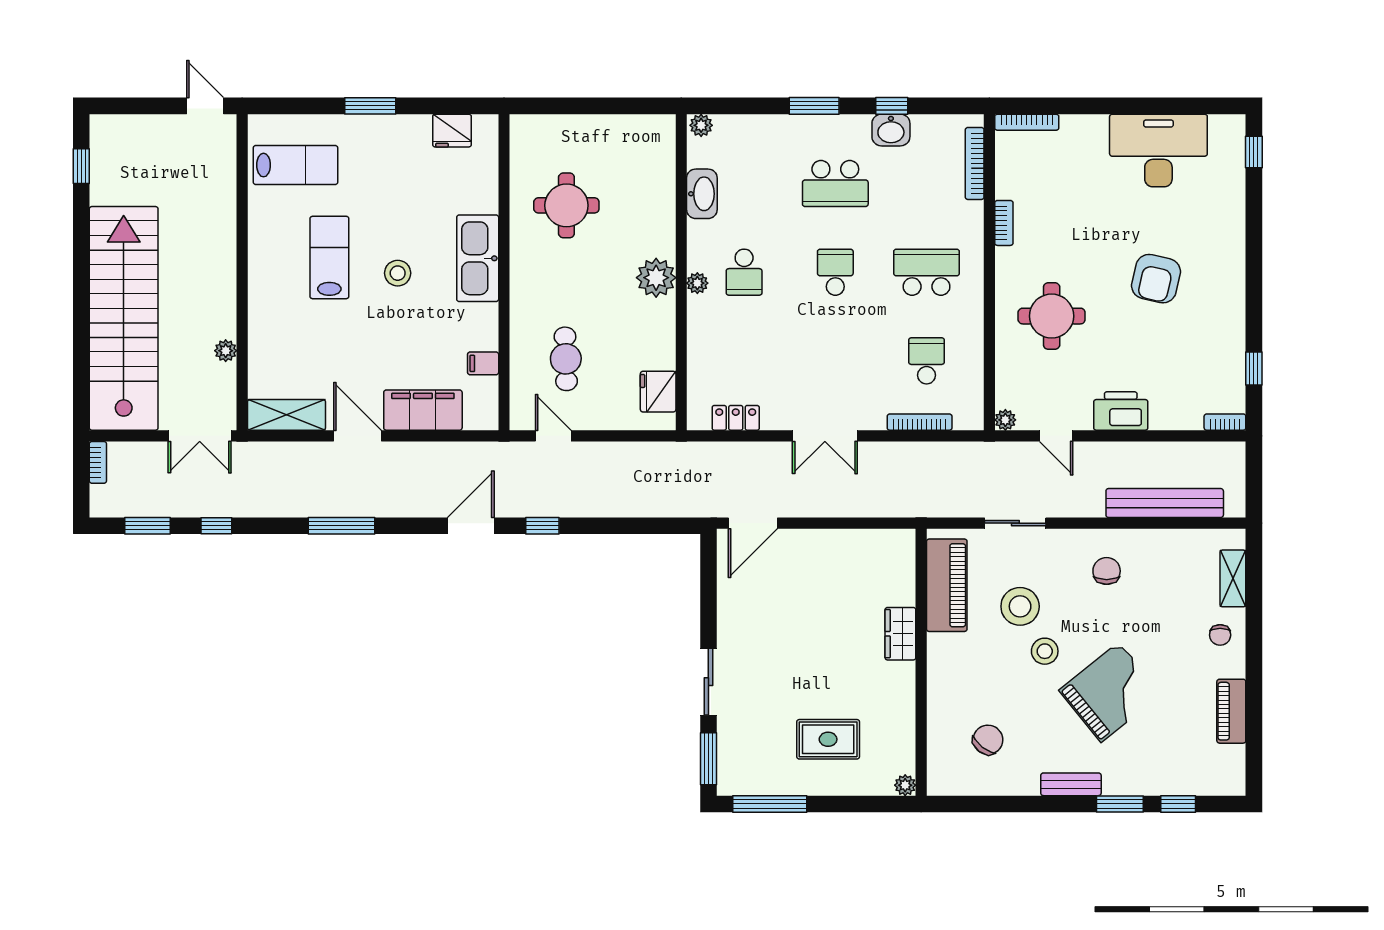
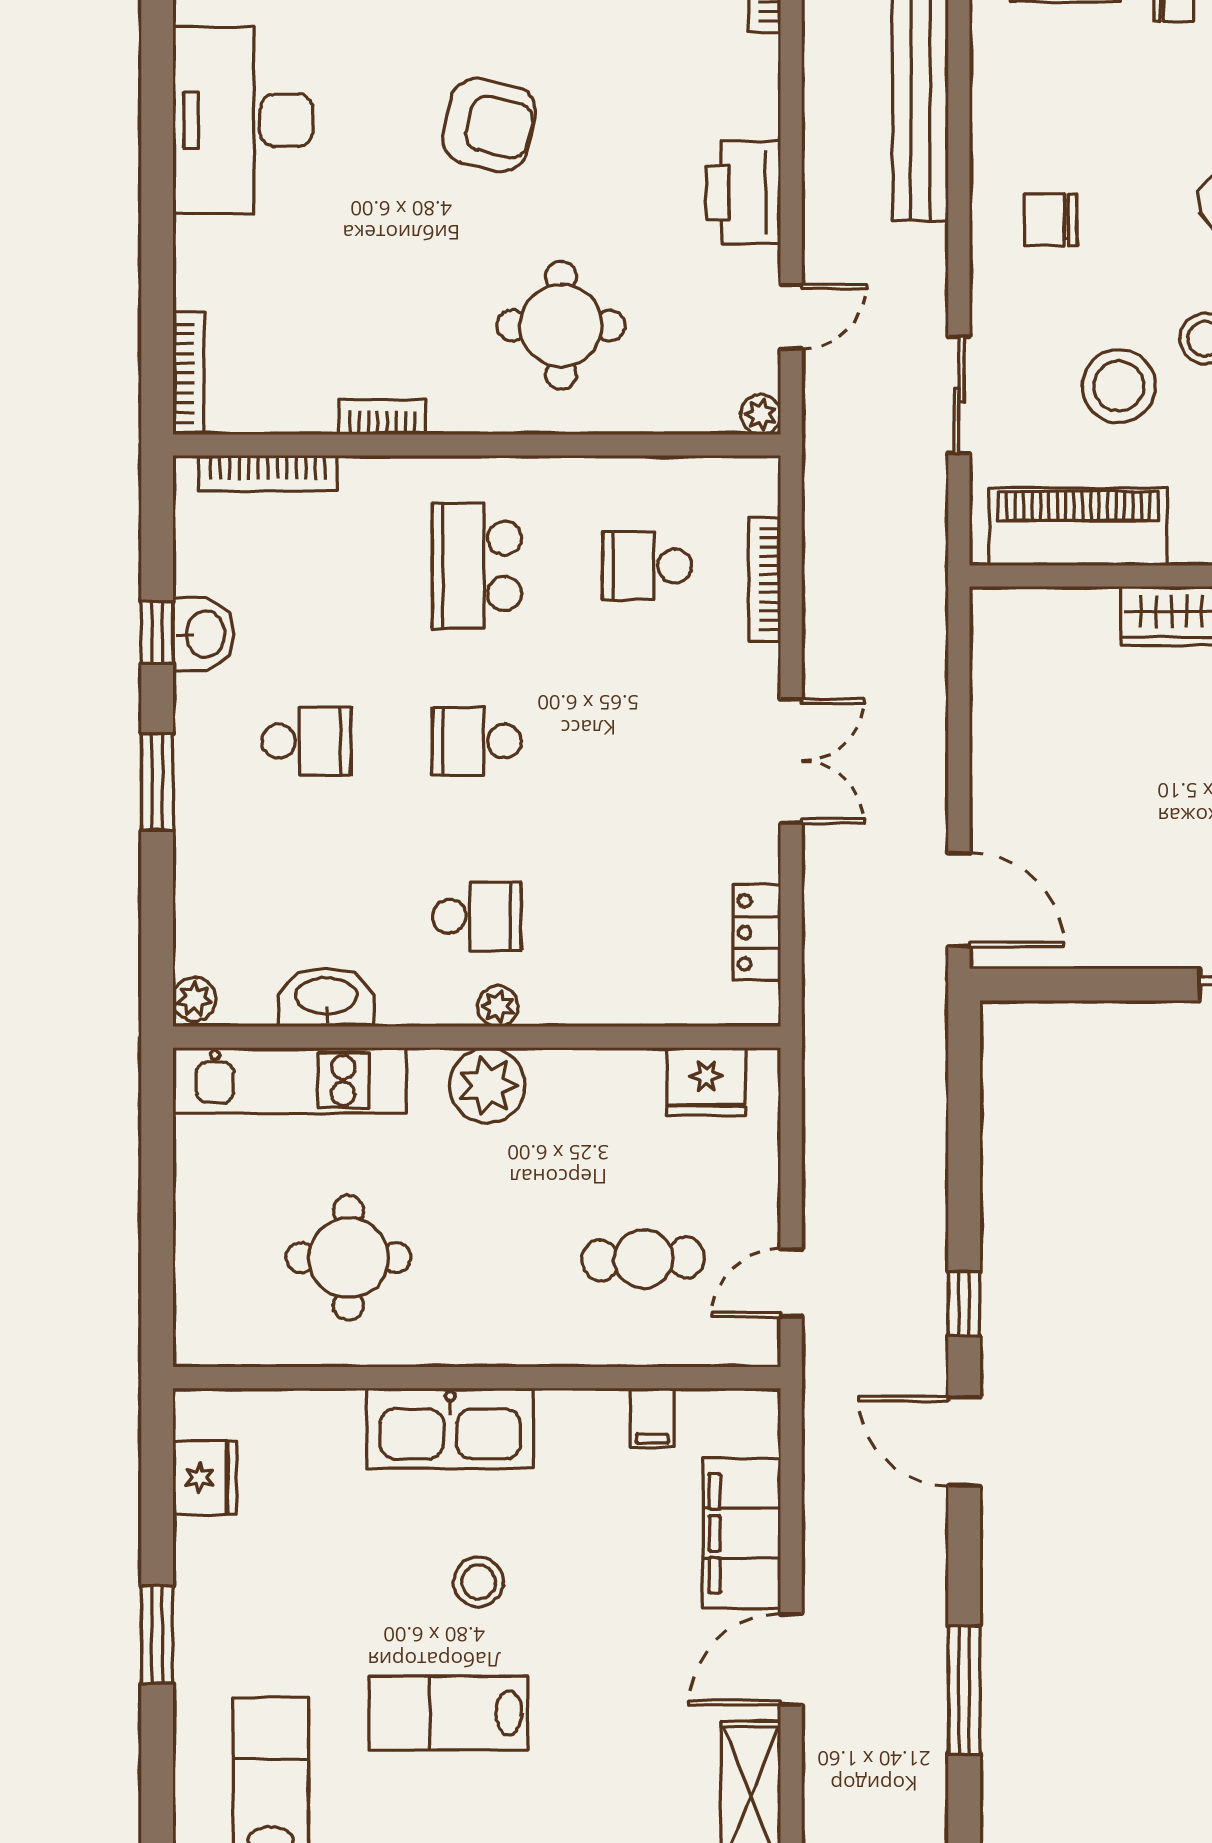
kitchen unit: (659, 175) -> (290, 1080), added
school desk: (835, 184) -> (306, 741), width x0.54

